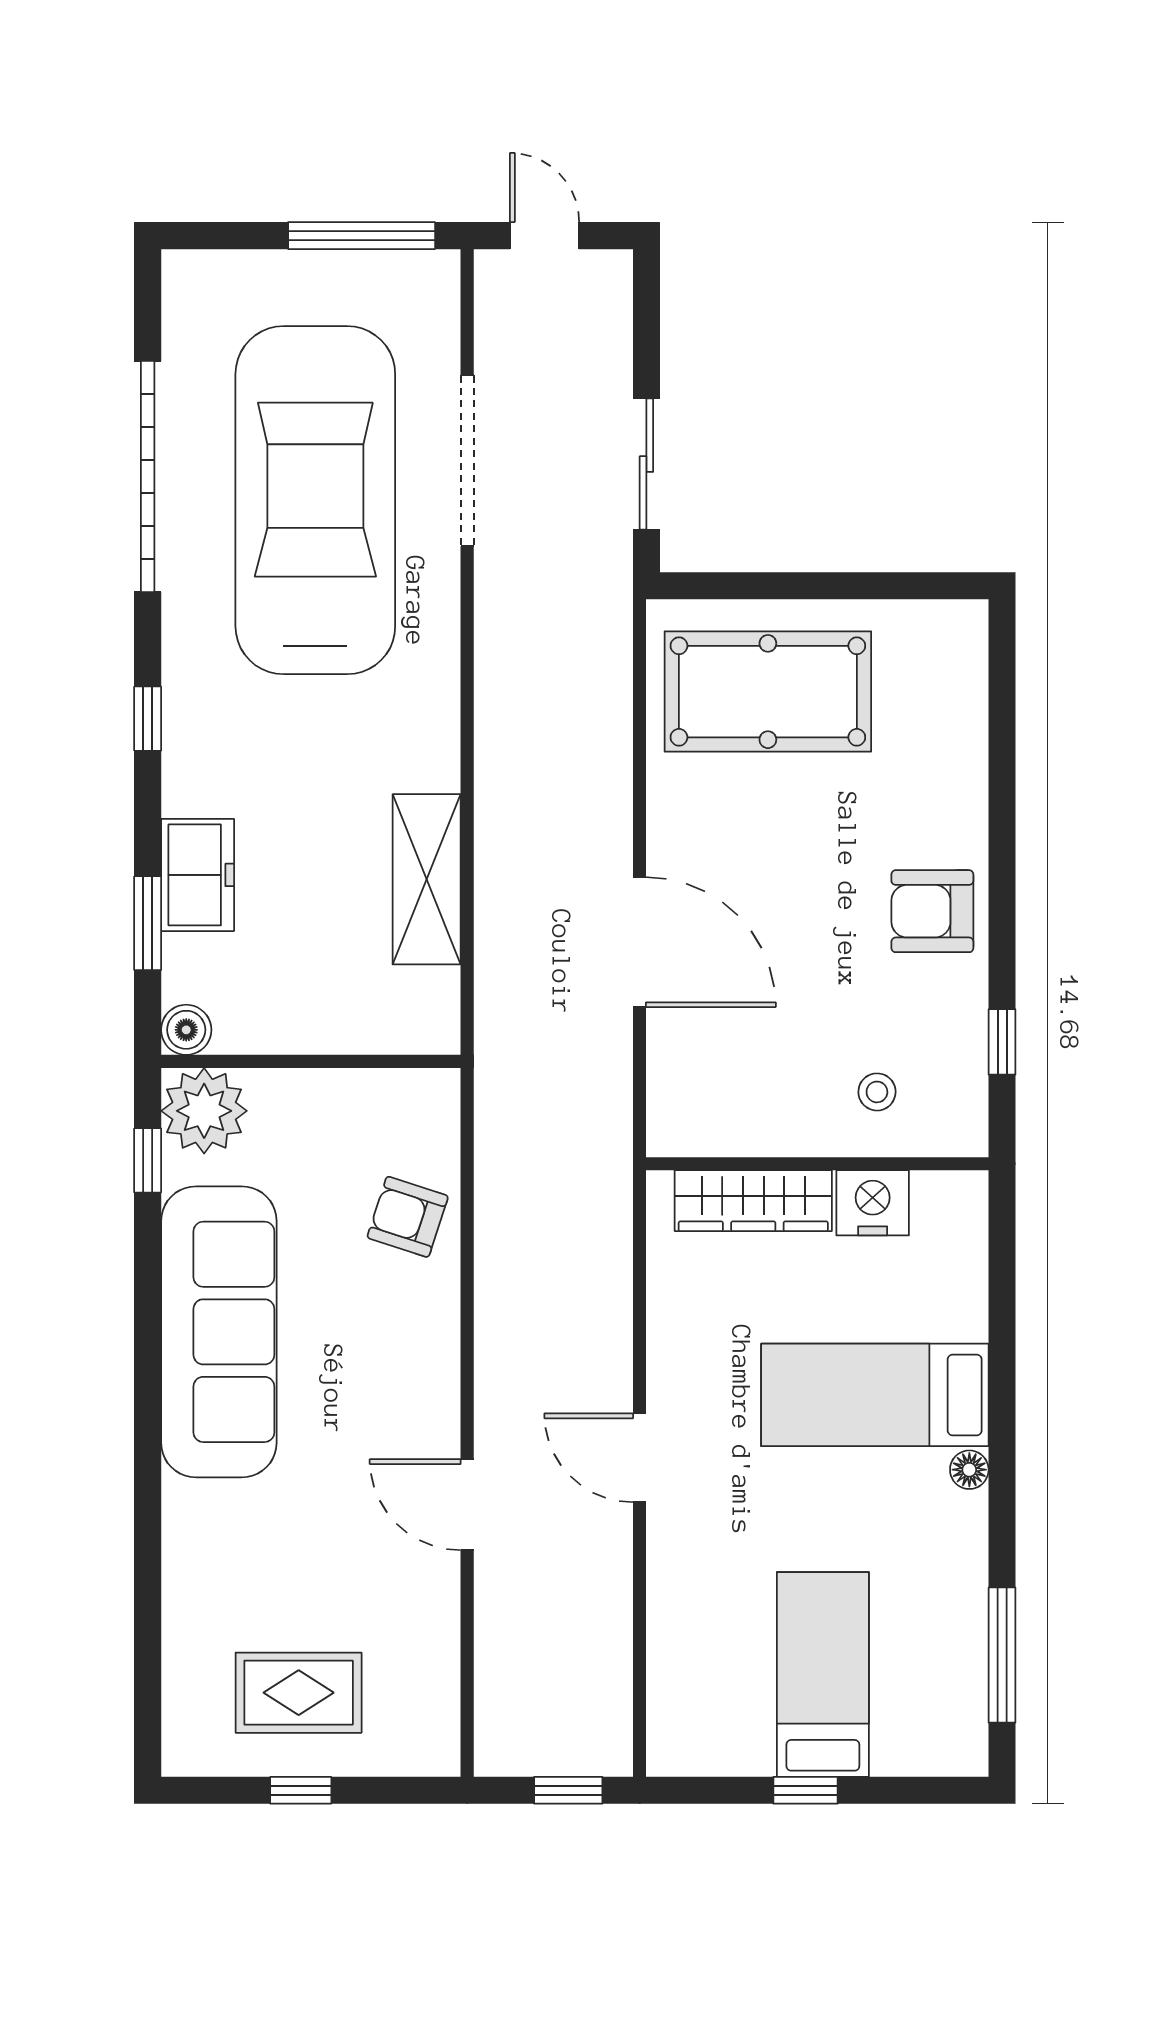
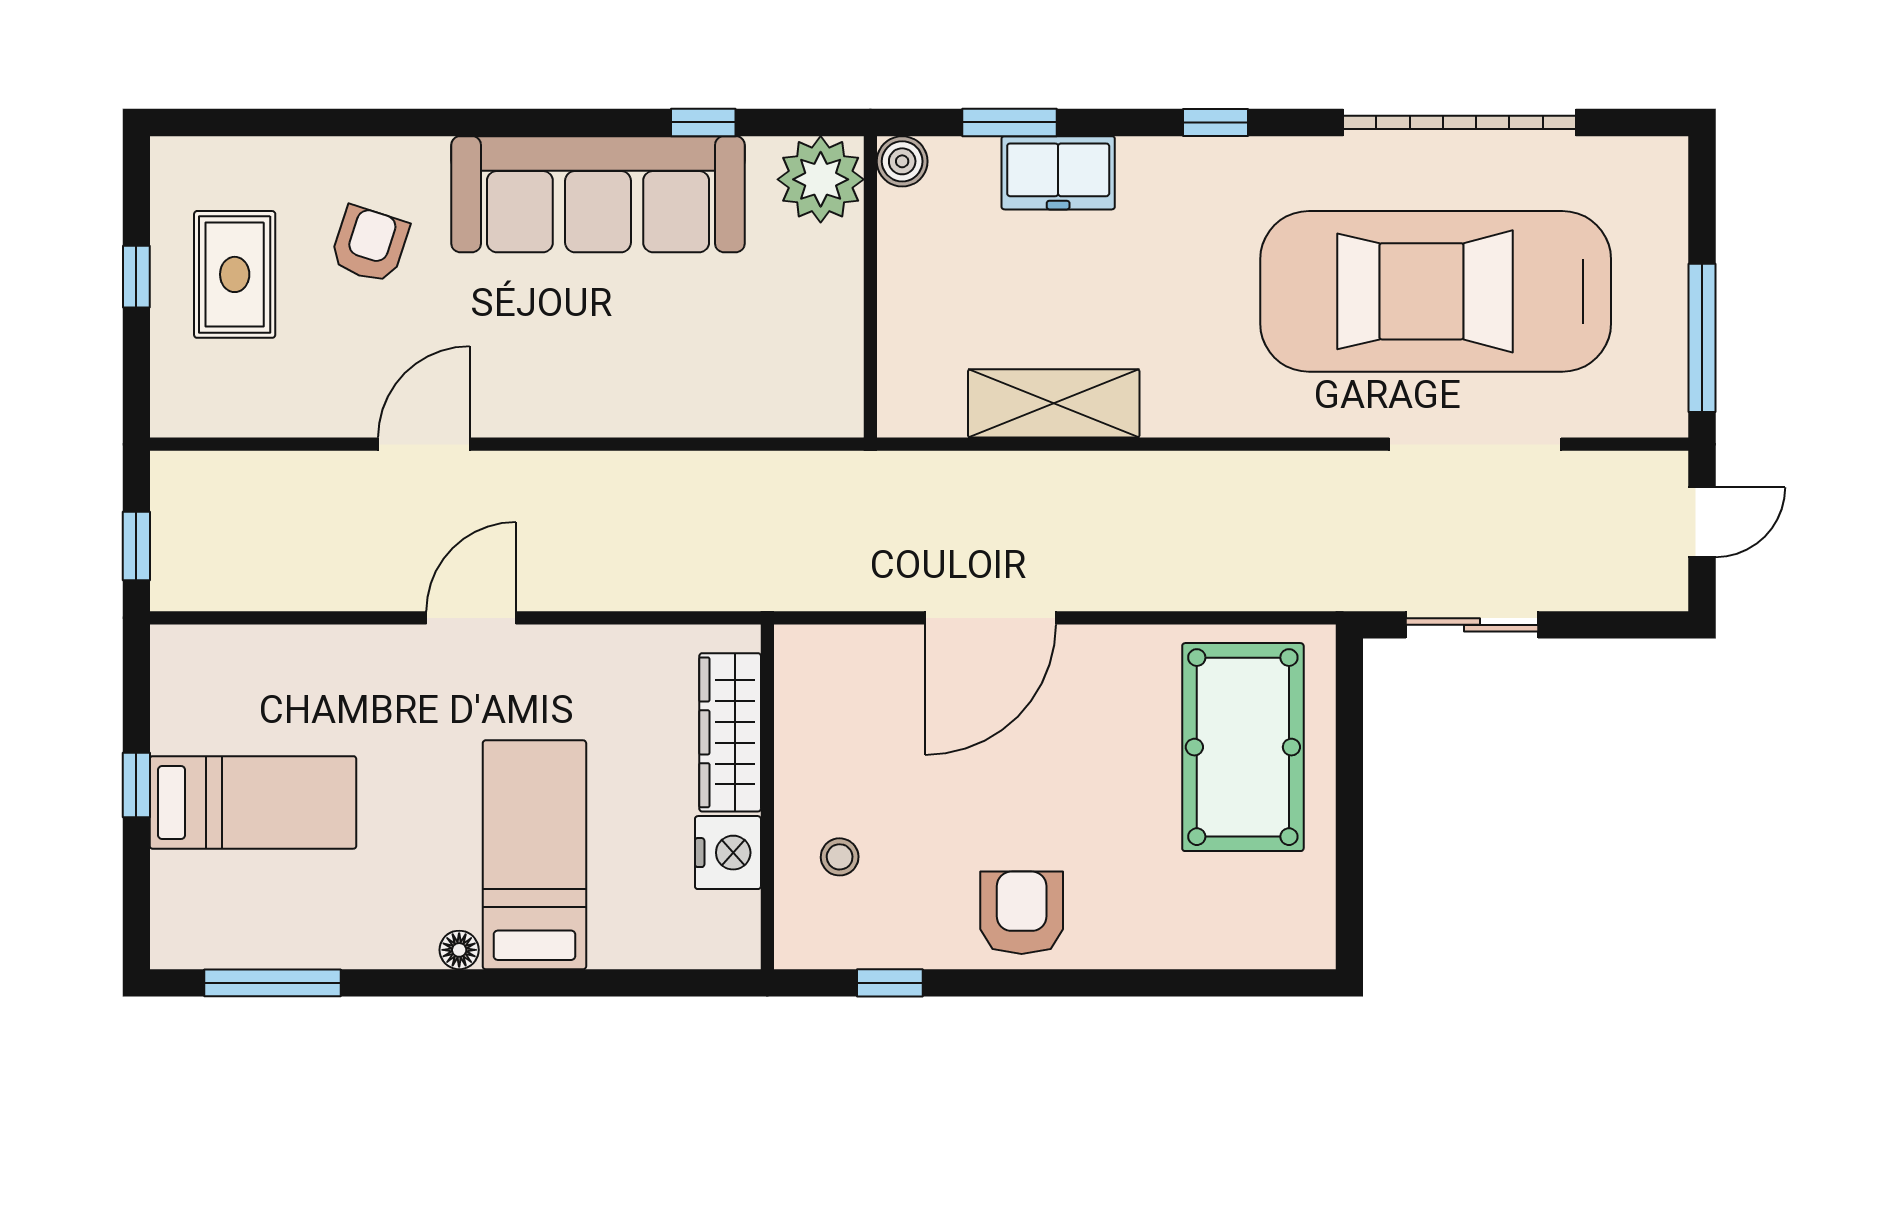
car: (315, 500) -> (1436, 291), turned 180
window: (148, 1160) -> (703, 122), moved
armchair: (408, 1217) -> (370, 244), moved

